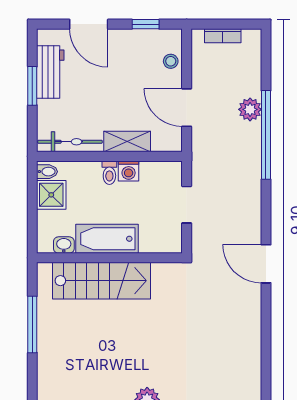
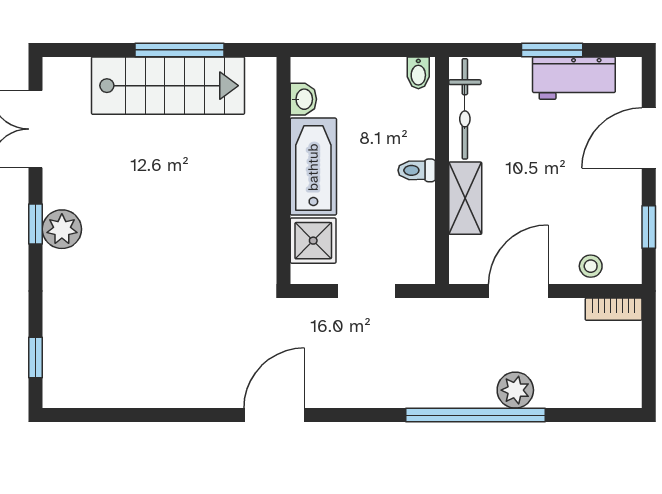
bookcase: (223, 36) -> (614, 309), moved, turned -90
washing machine: (129, 171) -> (419, 200), removed
shower: (51, 195) -> (313, 241), moved
stairs: (101, 281) -> (168, 86), moved, turned -90

